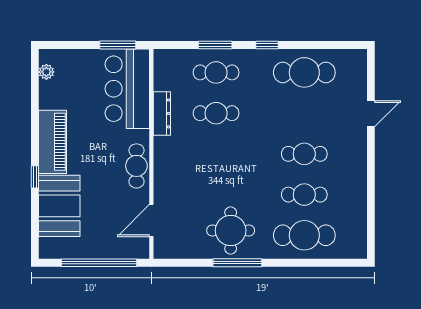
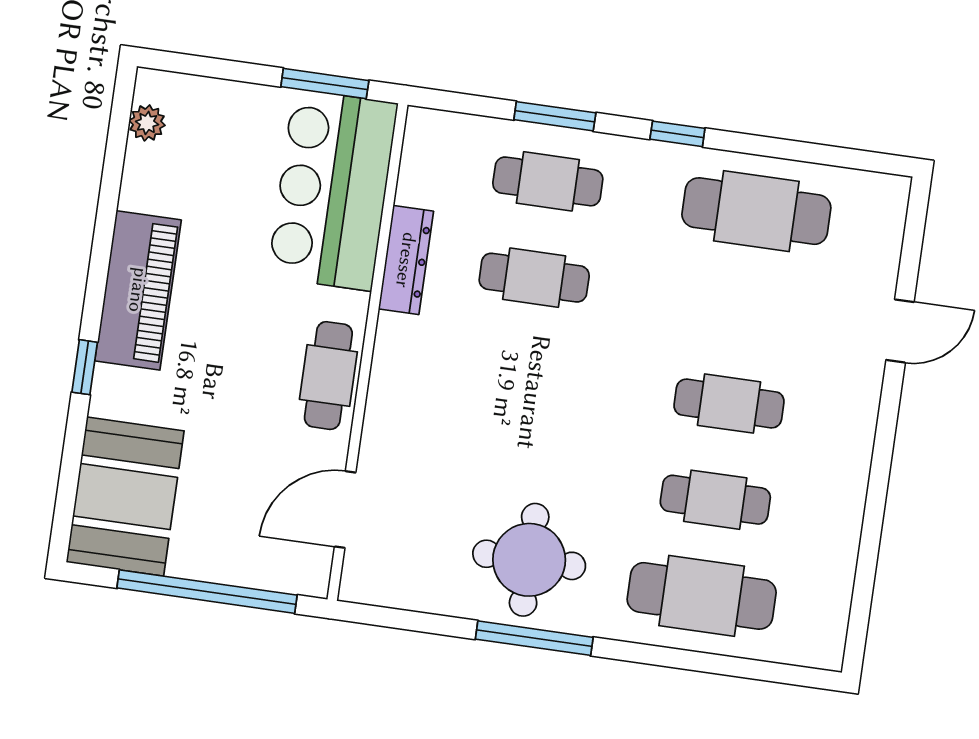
booth: (59, 206) -> (125, 497), moved

